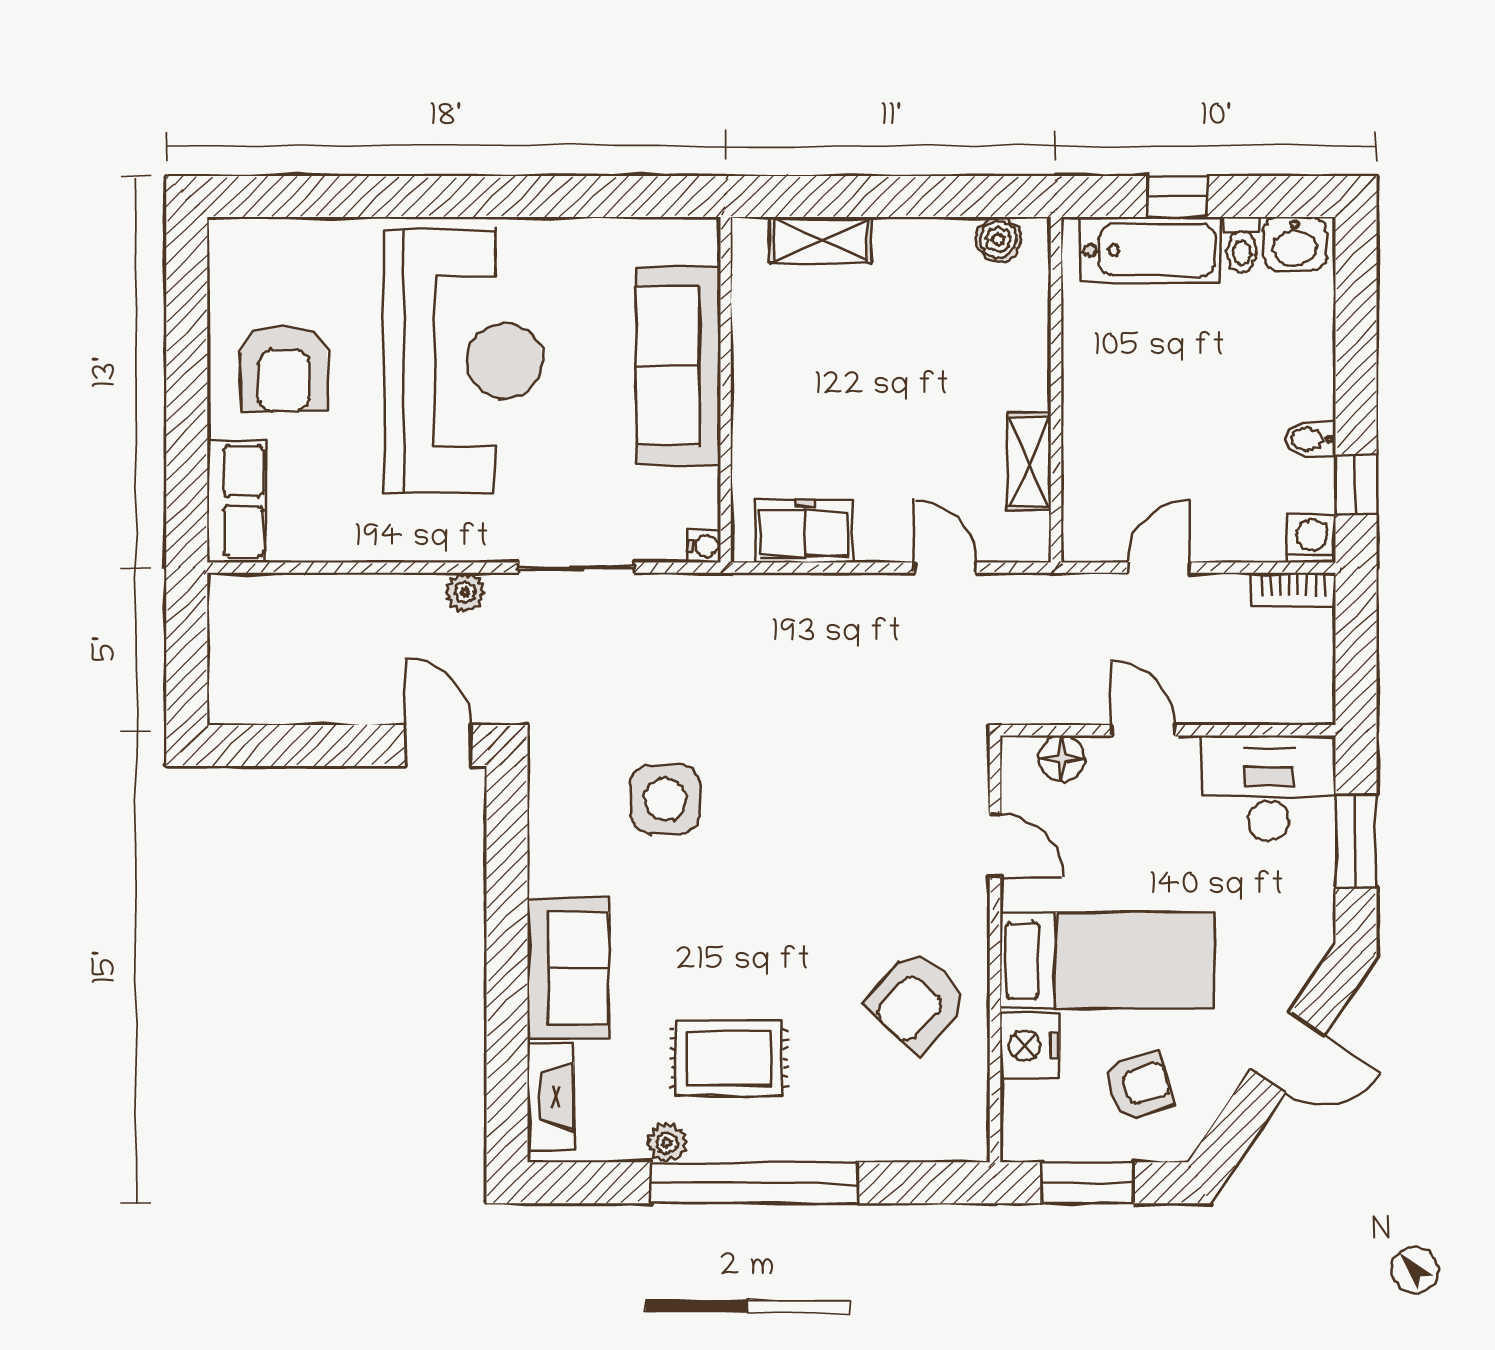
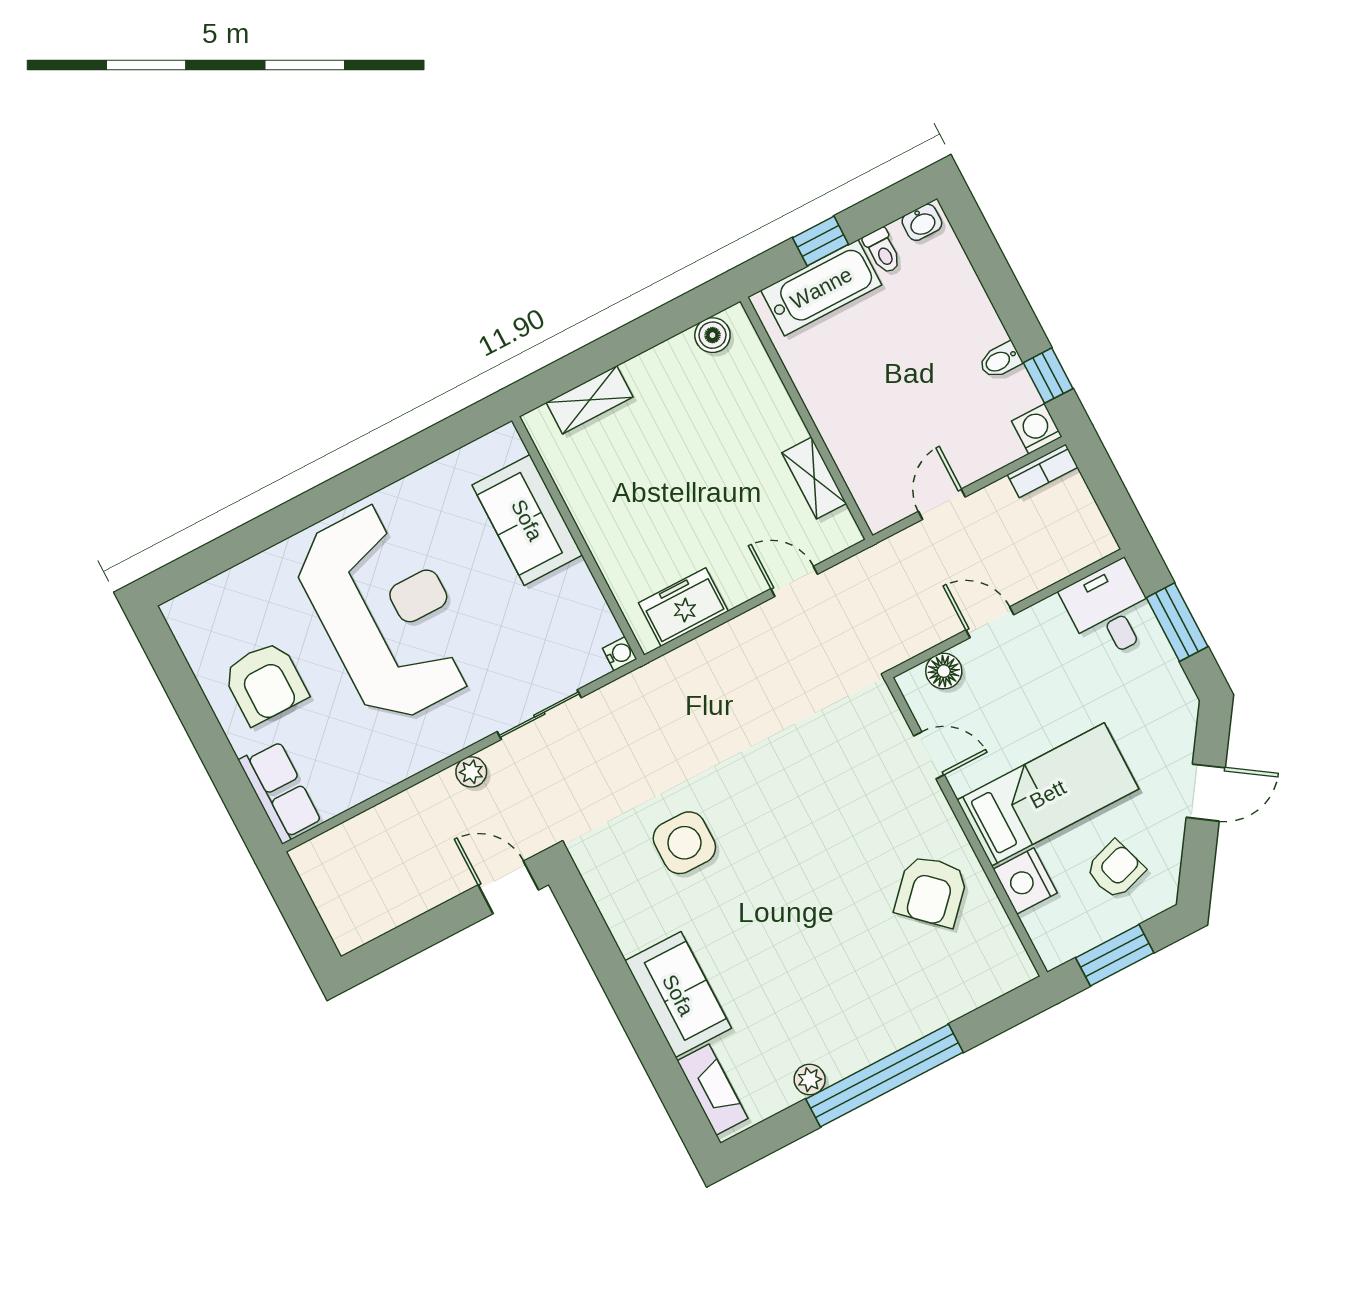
washbasin: (1295, 244) -> (922, 222), width x0.72, depth x0.69
sofa: (678, 366) -> (527, 520), width x0.73
desk: (1269, 788) -> (1110, 610), width x0.73
rug: (729, 1058) -> (822, 999), removed

